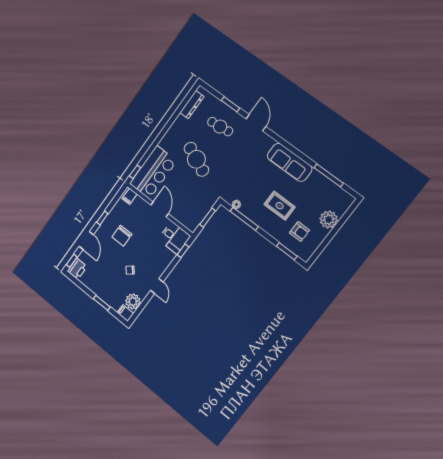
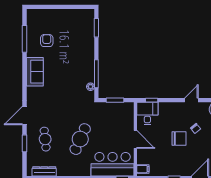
sofa: (290, 162) -> (35, 72), width x0.73
rug: (280, 206) -> (69, 56), removed
door: (160, 209) -> (135, 139), swing flipped
plant: (329, 220) -> (54, 16), removed
armchair: (300, 232) -> (47, 41), moved
chair: (122, 236) -> (179, 139), moved

